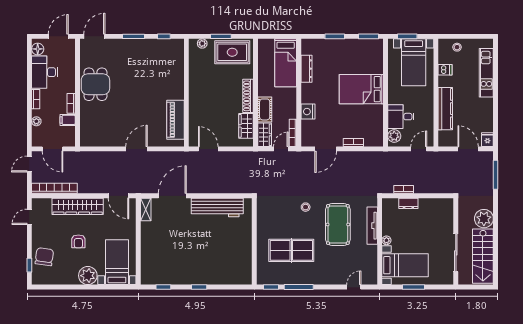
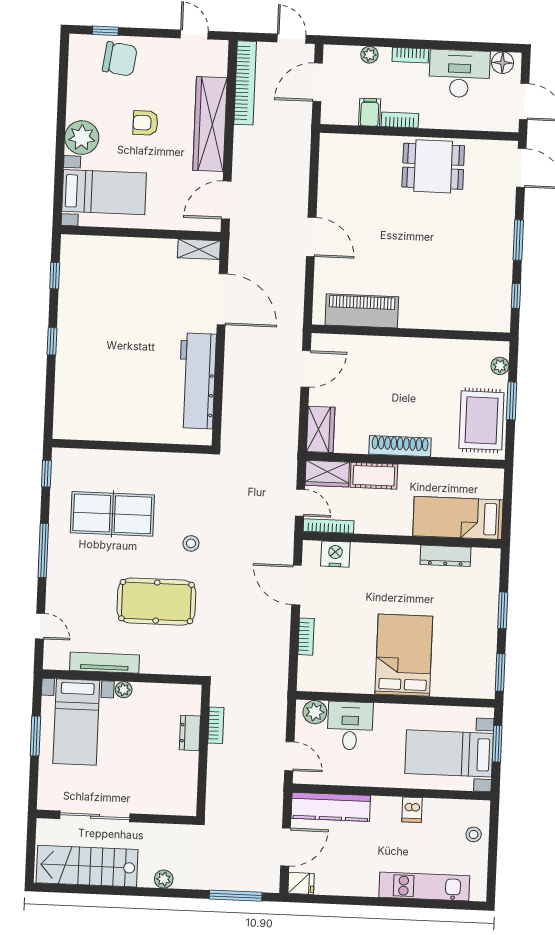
dishwasher: (445, 70) -> (412, 810), moved
kitchen counter: (445, 109) -> (331, 807), moved
nightstand: (308, 112) -> (335, 554), moved
wardrobe: (246, 126) -> (321, 429), moved, turned 90
plant: (484, 219) -> (164, 879), width x0.53, depth x0.53
tv unit: (372, 226) -> (104, 663), moved
table tennis table: (291, 250) -> (112, 514), turned 90
window: (299, 287) -> (43, 550), moved

